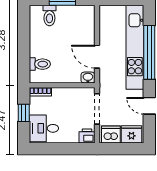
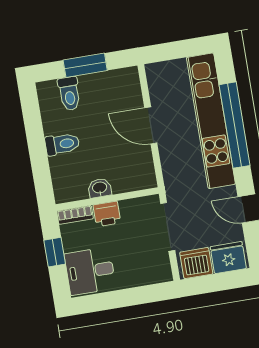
door: (97, 57) -> (151, 125), moved
toilet: (40, 64) -> (62, 144), moved
washbasin: (88, 78) -> (100, 188), moved
printer: (87, 136) -> (107, 214), moved, turned 180

